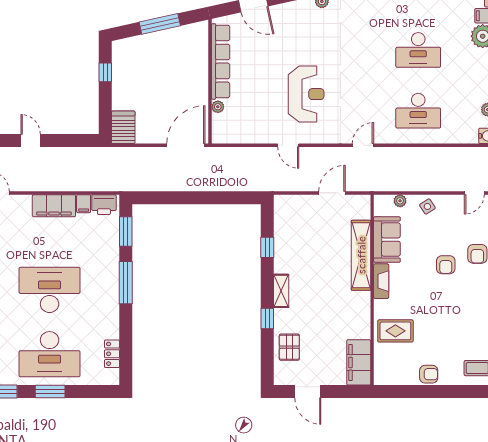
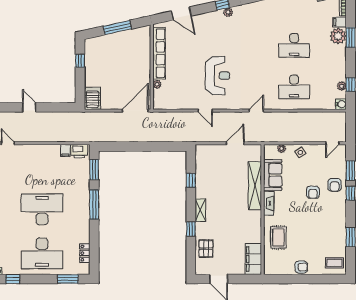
filing cabinet: (54, 206) -> (45, 152), removed
rug: (395, 331) -> (278, 238), turned 90
window: (50, 392) -> (68, 279), moved

